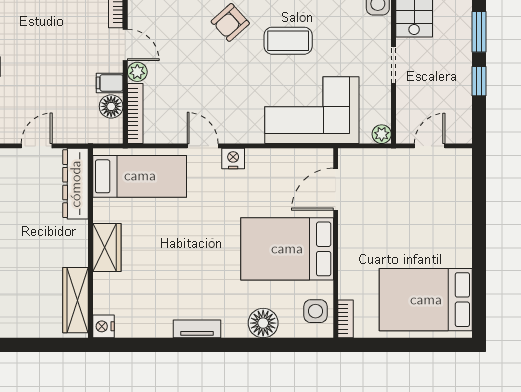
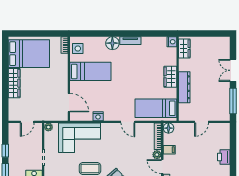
floor lamp: (111, 106) -> (168, 128), moved
nightstand: (233, 159) -> (98, 116), moved
dresser: (76, 184) -> (184, 87), moved
door: (336, 189) -> (69, 103), hinge flipped
wardrobe: (459, 233) -> (14, 83), added
bed: (287, 249) -> (90, 71), width x0.67
wardrobe: (76, 300) -> (184, 49), width x0.67
floor lamp: (263, 323) -> (112, 43), moved

